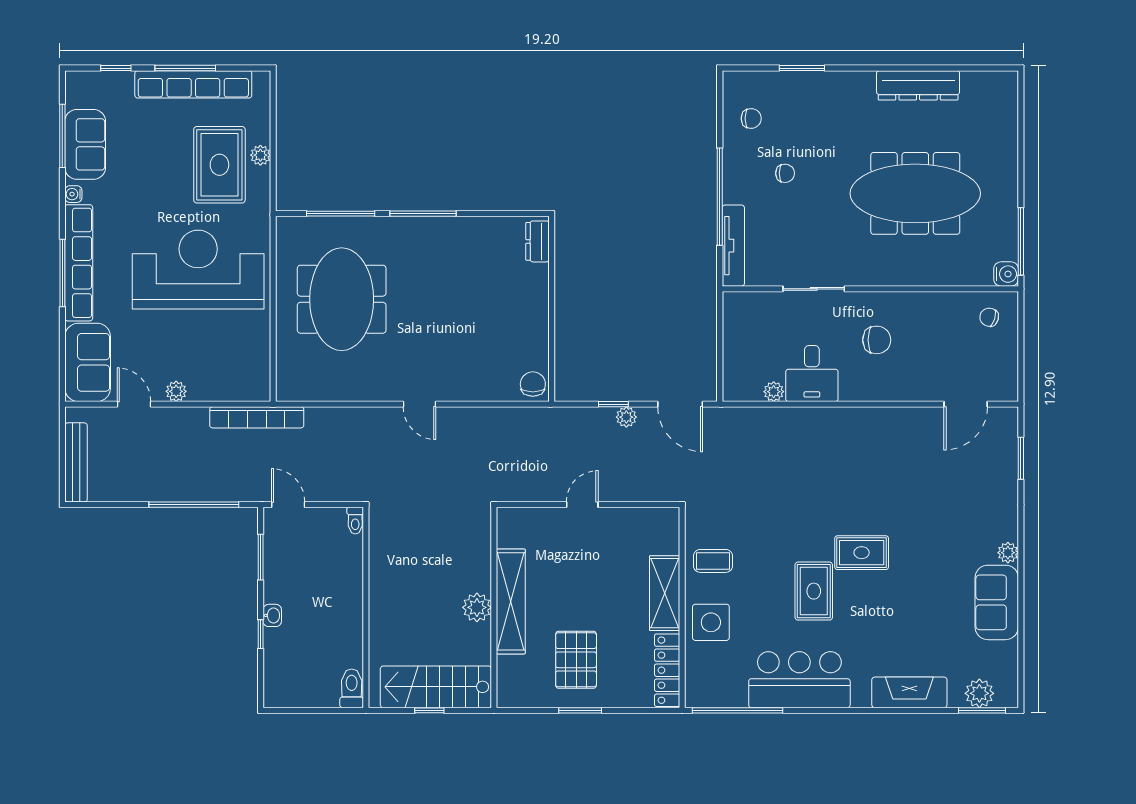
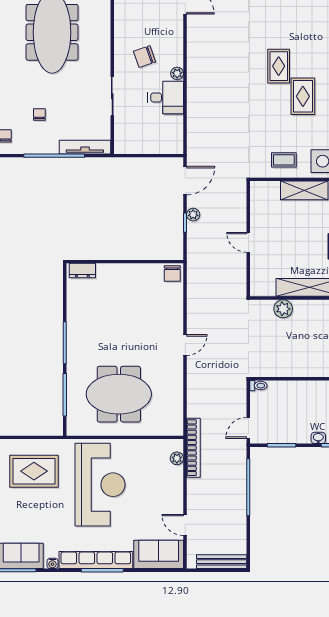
plant: (260, 155) -> (28, 445), removed
reception desk: (198, 270) -> (100, 485), turned 180
chair: (877, 340) -> (145, 57), turned -109
chair: (533, 384) -> (172, 274), turned -90
plant: (176, 391) -> (177, 458), moved
plant: (774, 392) -> (177, 73), moved
door: (134, 404) -> (185, 525), hinge flipped
coffee table: (713, 561) -> (284, 160), turned 90
rug: (814, 591) -> (303, 96), turned 90
plant: (477, 607) -> (283, 309), moved

